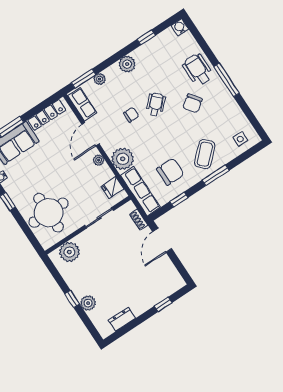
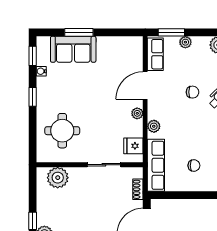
locker: (47, 115) -> (118, 43), removed
plant: (123, 159) -> (154, 126), width x0.53, depth x0.53
chair: (170, 172) -> (194, 166), width x0.54, depth x0.54
window: (179, 200) -> (185, 195), removed
round table: (49, 213) -> (62, 131), width x0.73, depth x0.73

